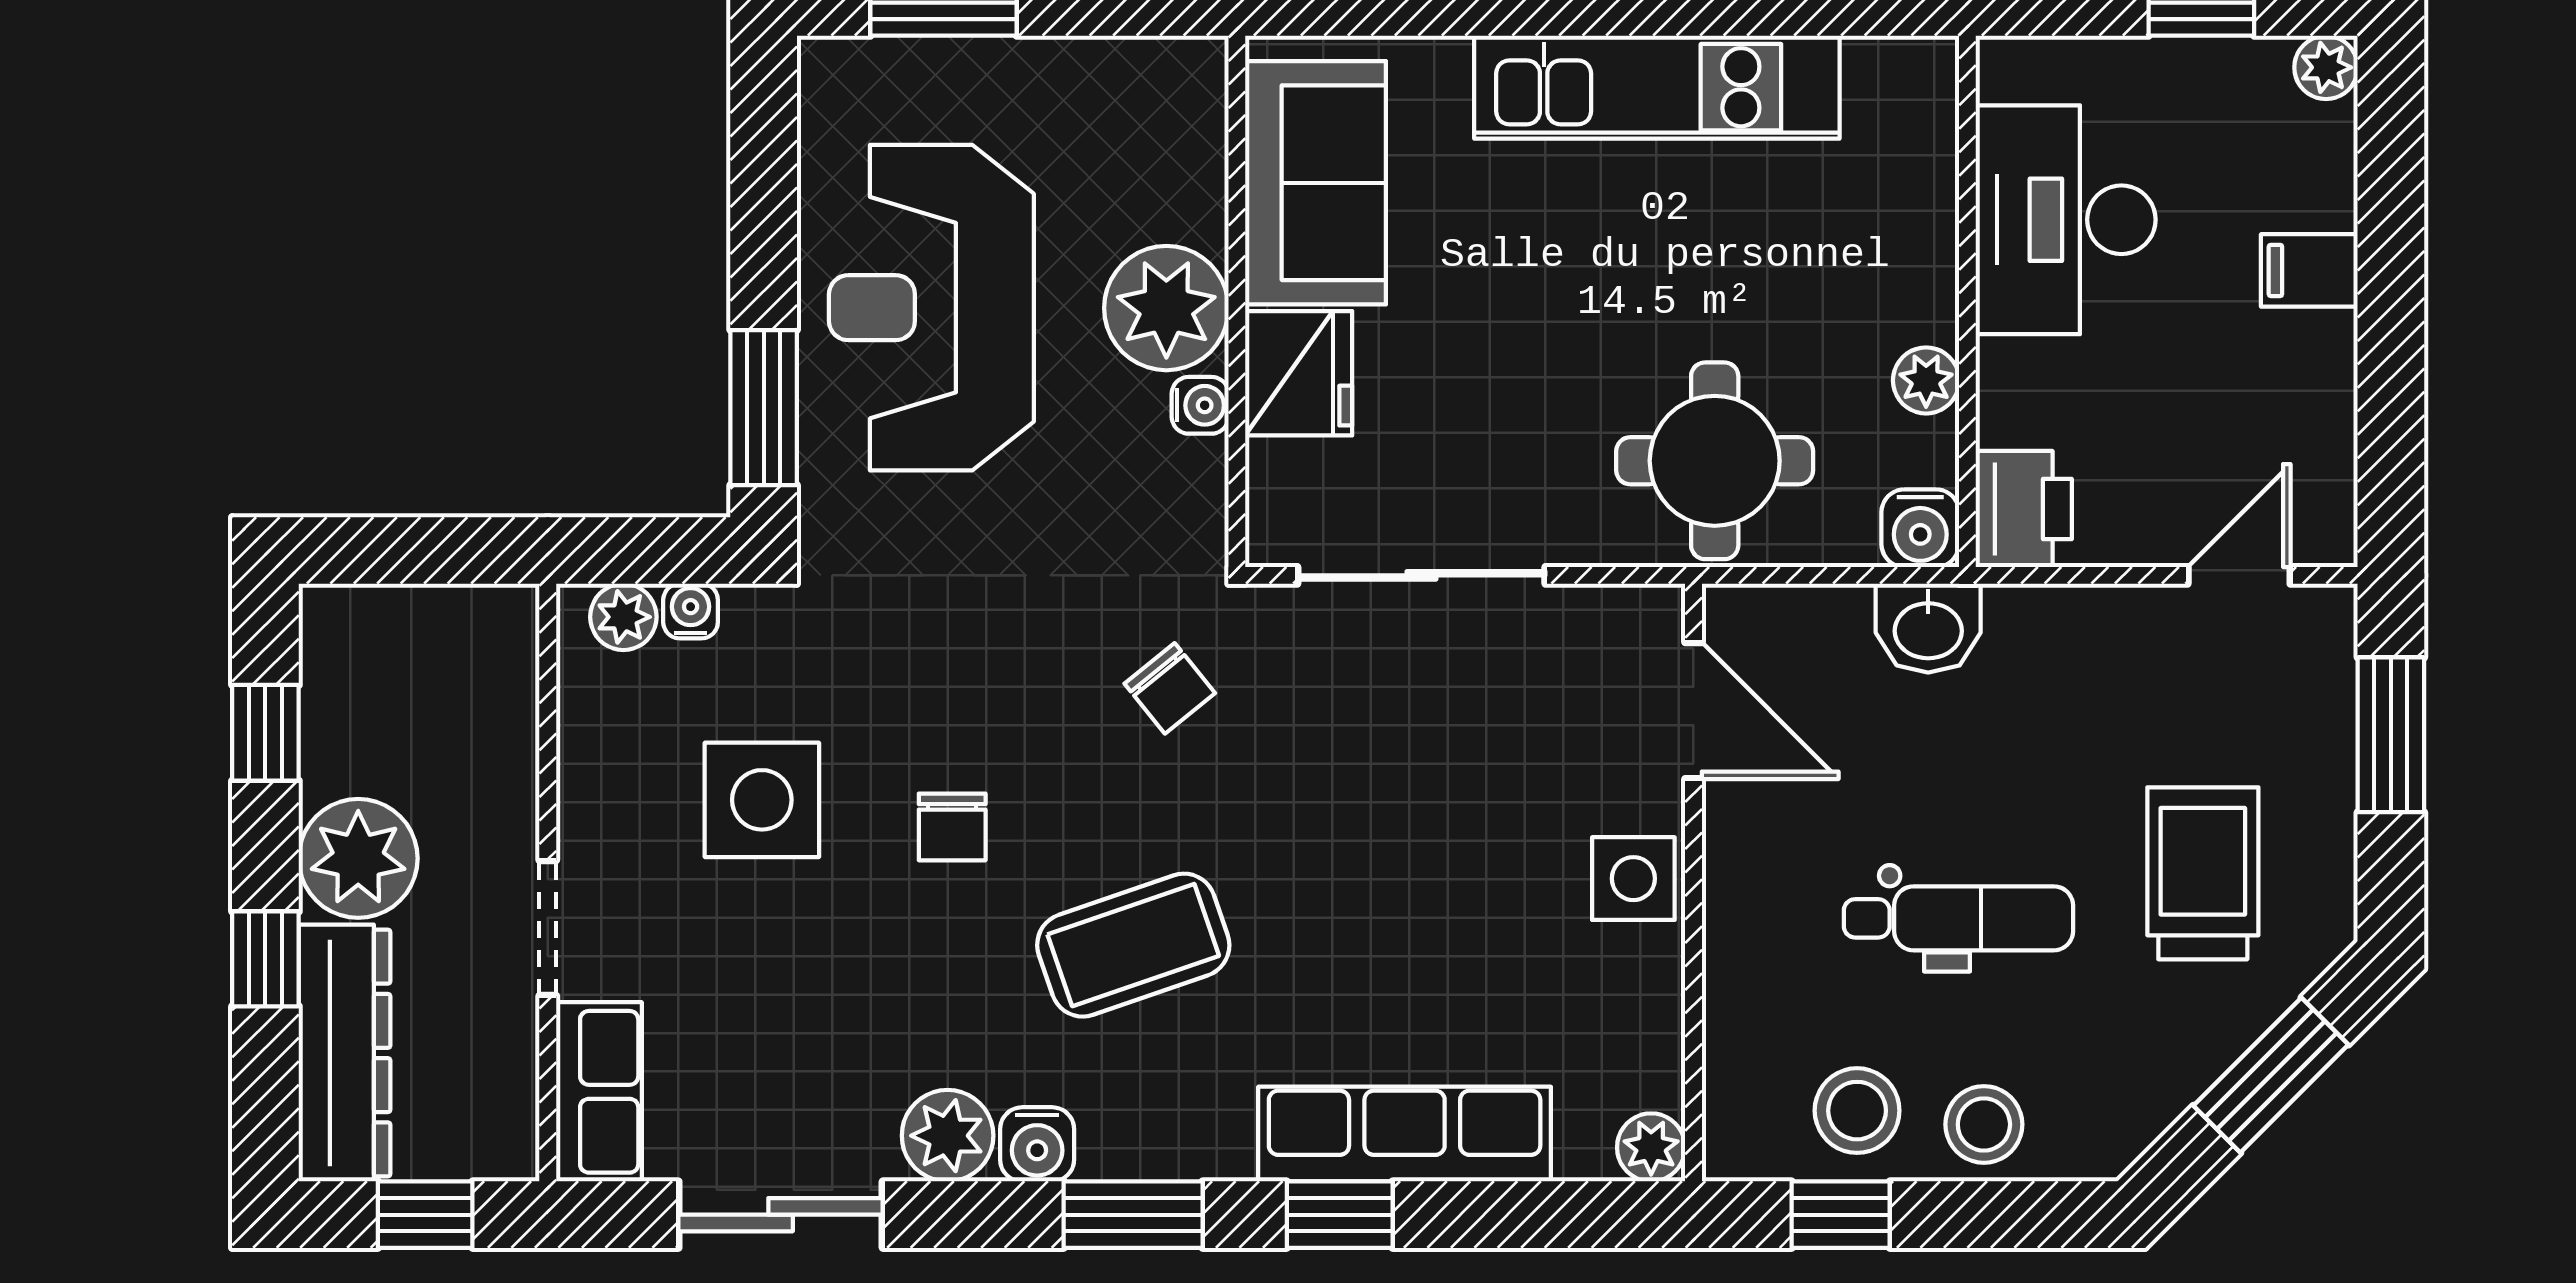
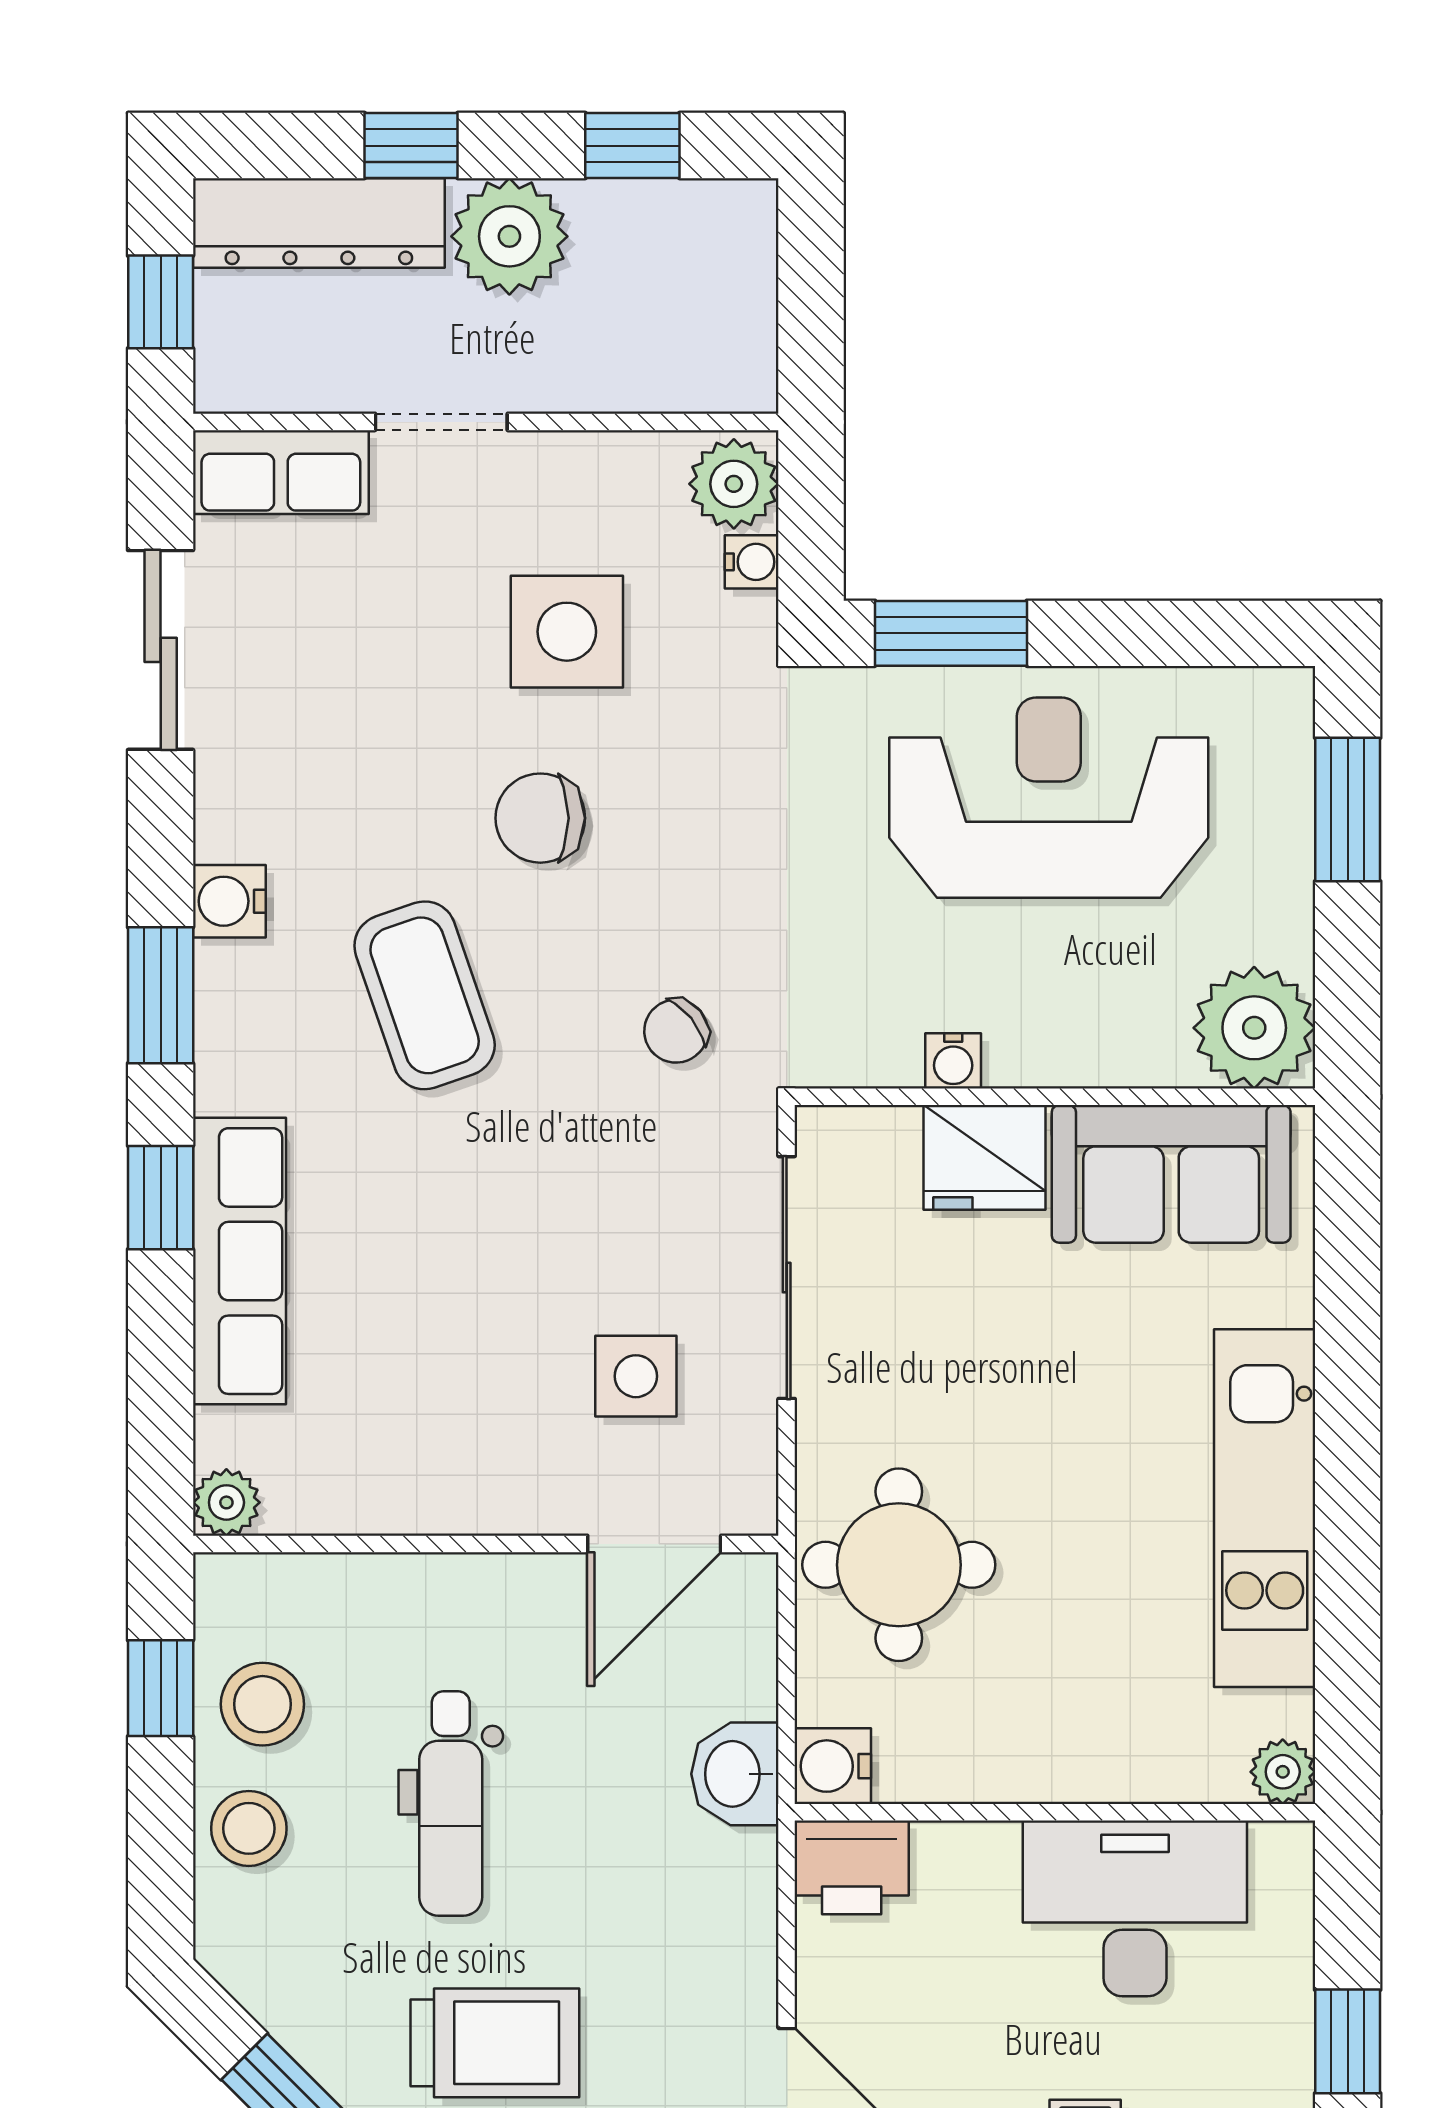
plant: (1166, 308) -> (1254, 1028), moved
plant: (1926, 380) -> (1283, 1772), moved
plant: (623, 617) -> (734, 484), width x1.38, depth x1.38
chair: (952, 827) -> (540, 818), width x1.37, depth x1.37
side table: (1633, 879) -> (636, 1376), moved
plant: (948, 1136) -> (238, 814), removed

